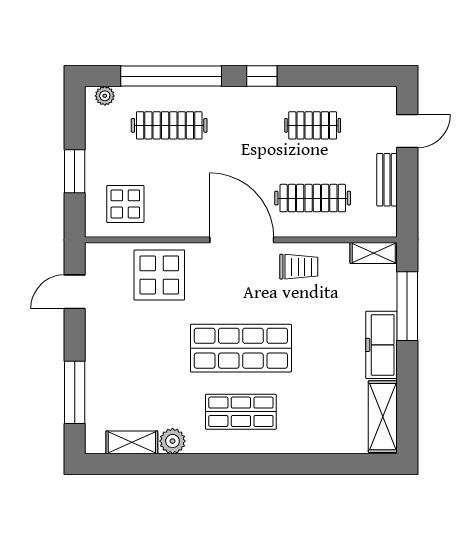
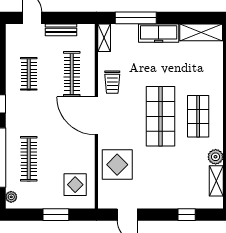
door: (242, 240) -> (96, 116), hinge flipped
trolley: (299, 267) -> (112, 82), turned 180
window: (75, 392) -> (187, 215), width x0.46

